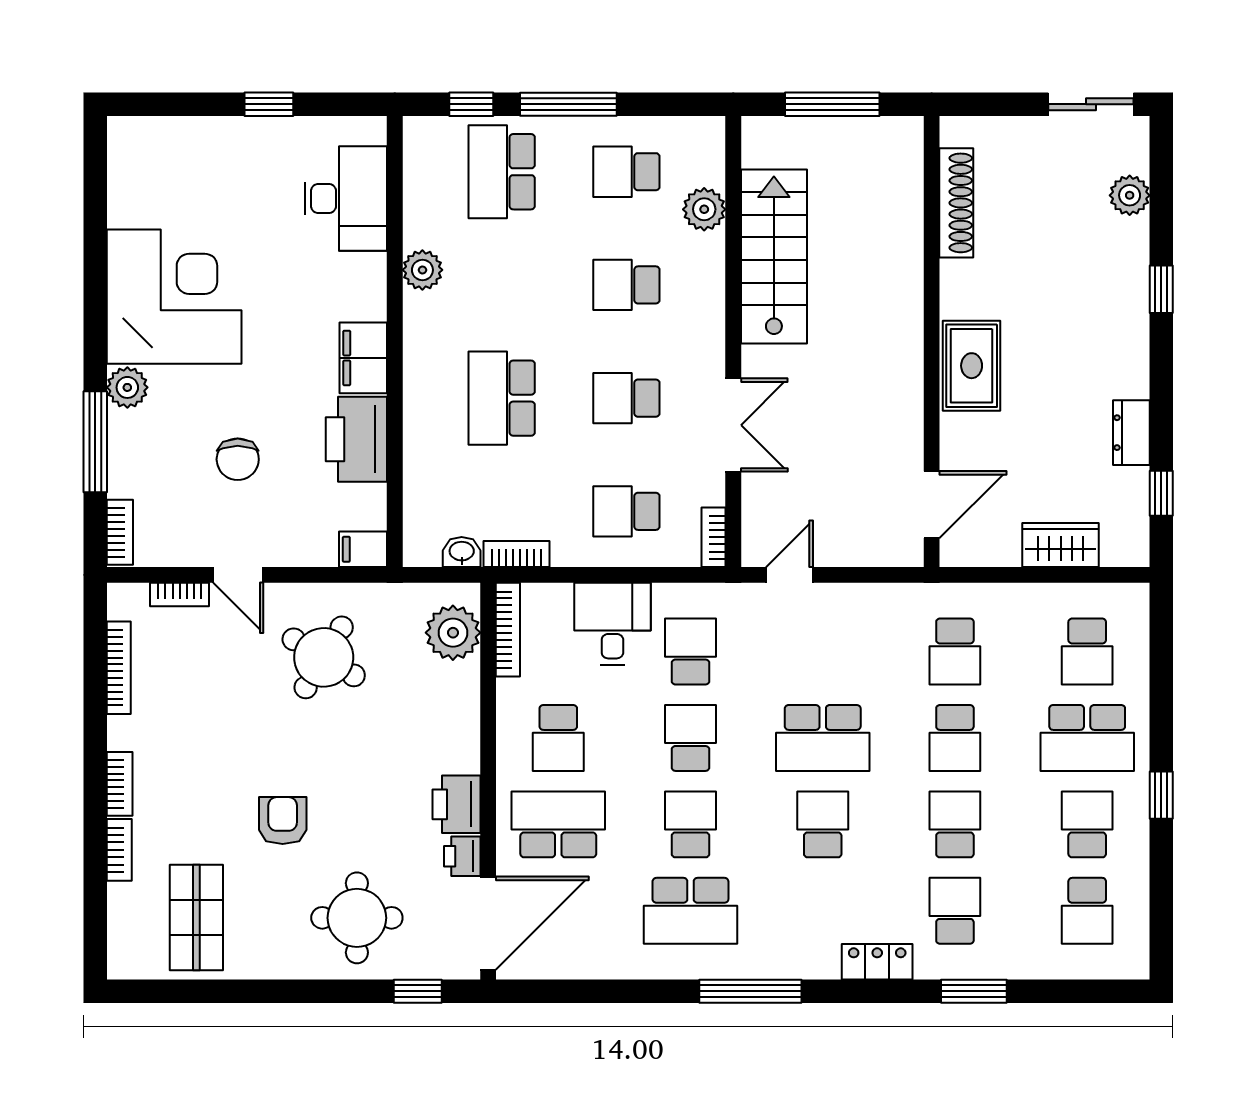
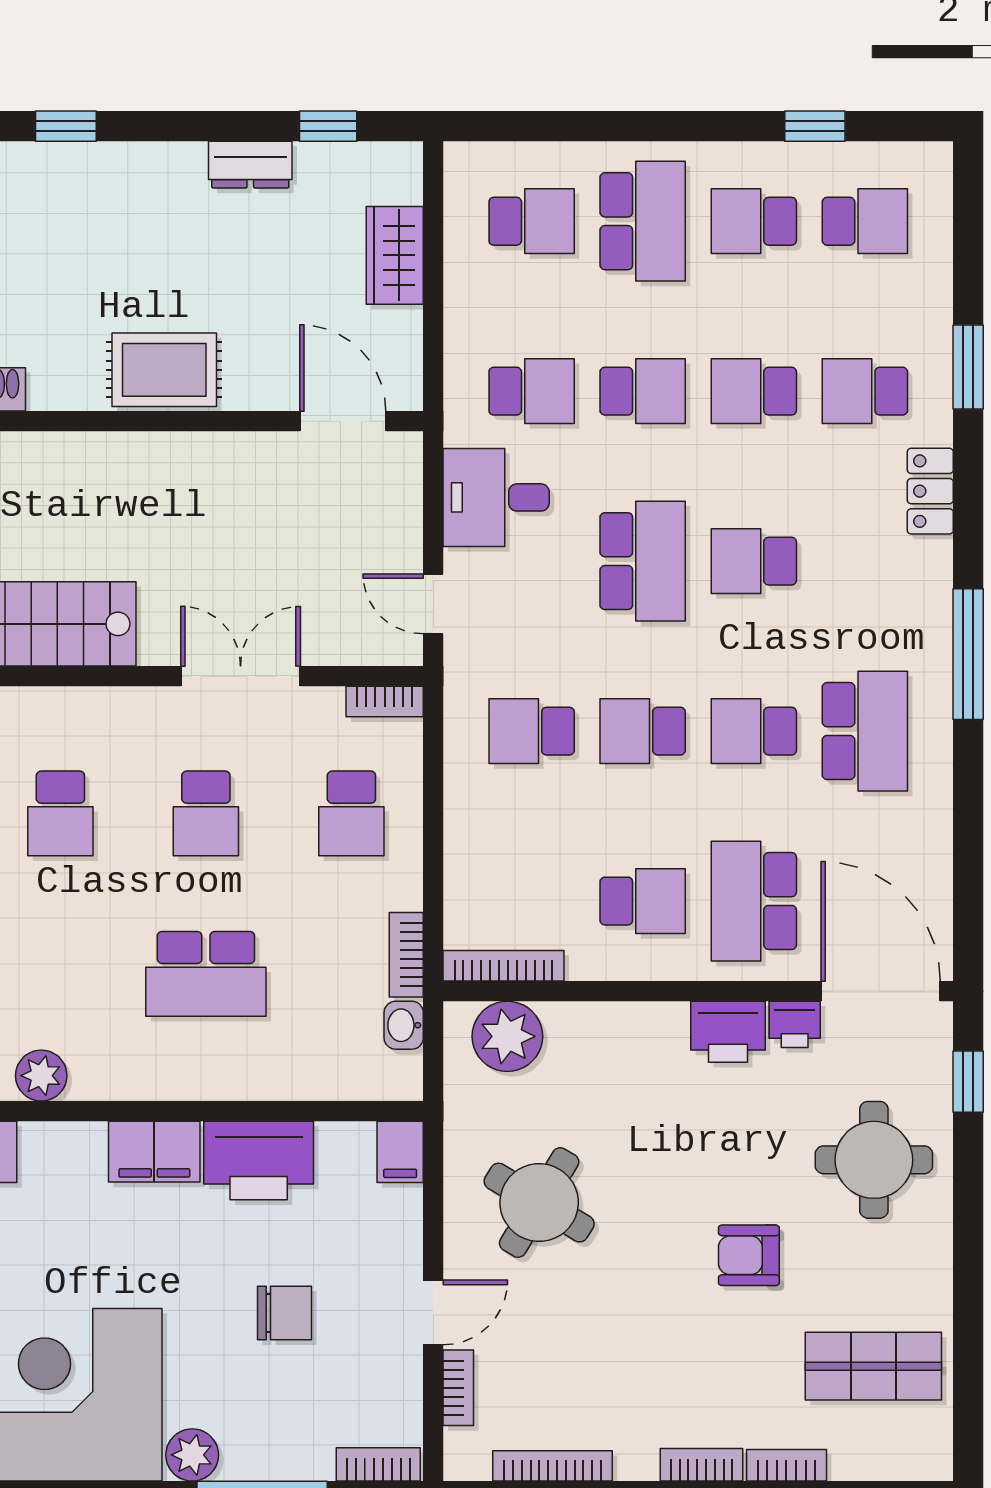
desk: (612, 624) -> (496, 497), moved
window: (1161, 795) -> (815, 126), moved

